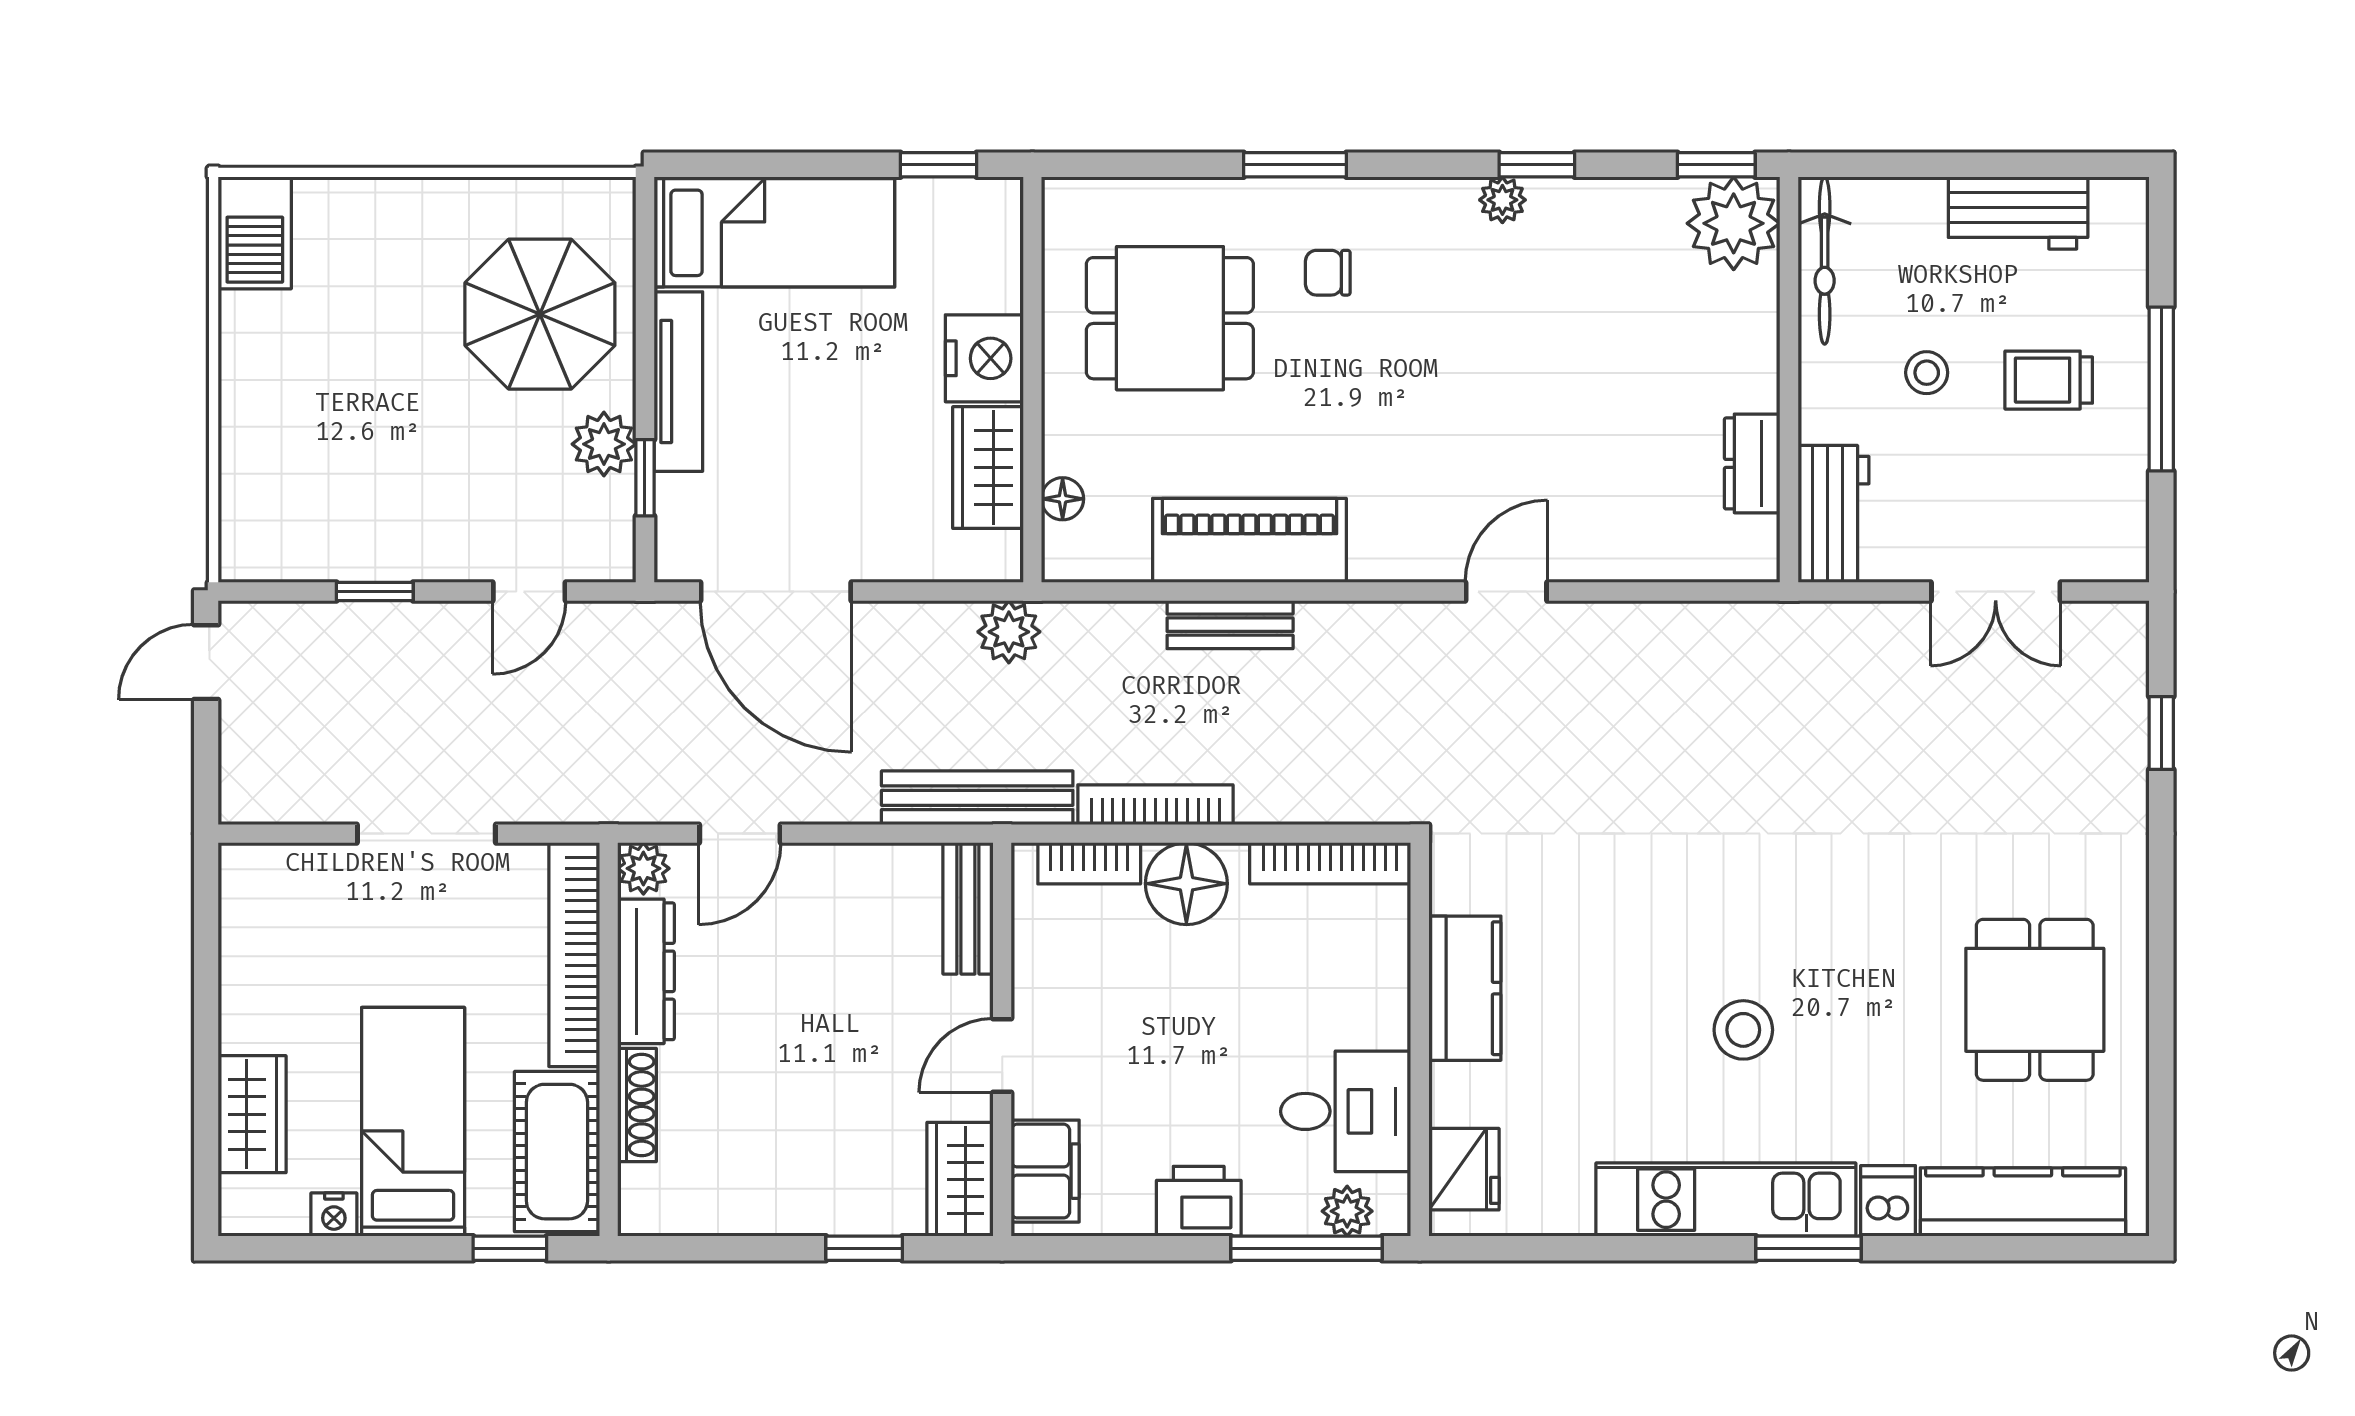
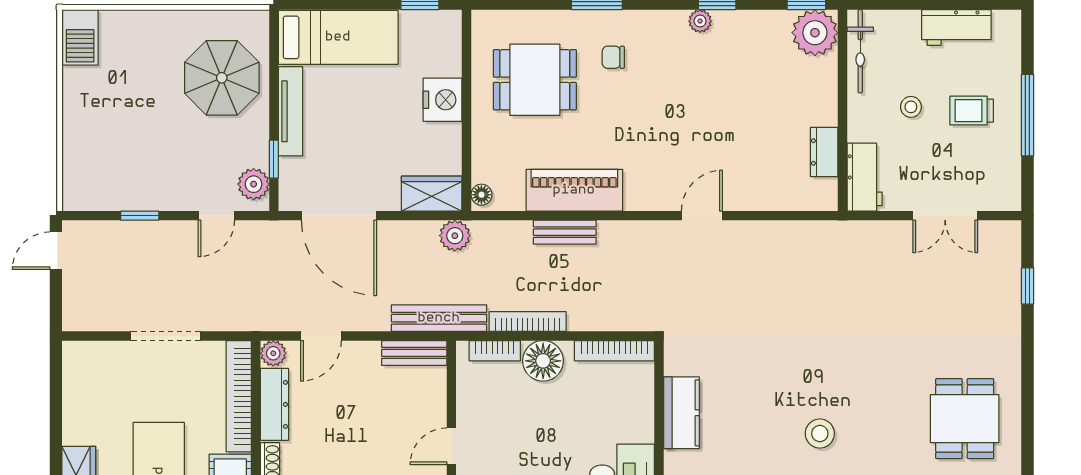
plant: (604, 444) -> (254, 184), moved
wardrobe: (988, 468) -> (432, 194), moved, turned 90
floor lamp: (1063, 499) -> (481, 195), moved
bench: (968, 908) -> (414, 353), moved, turned 90

